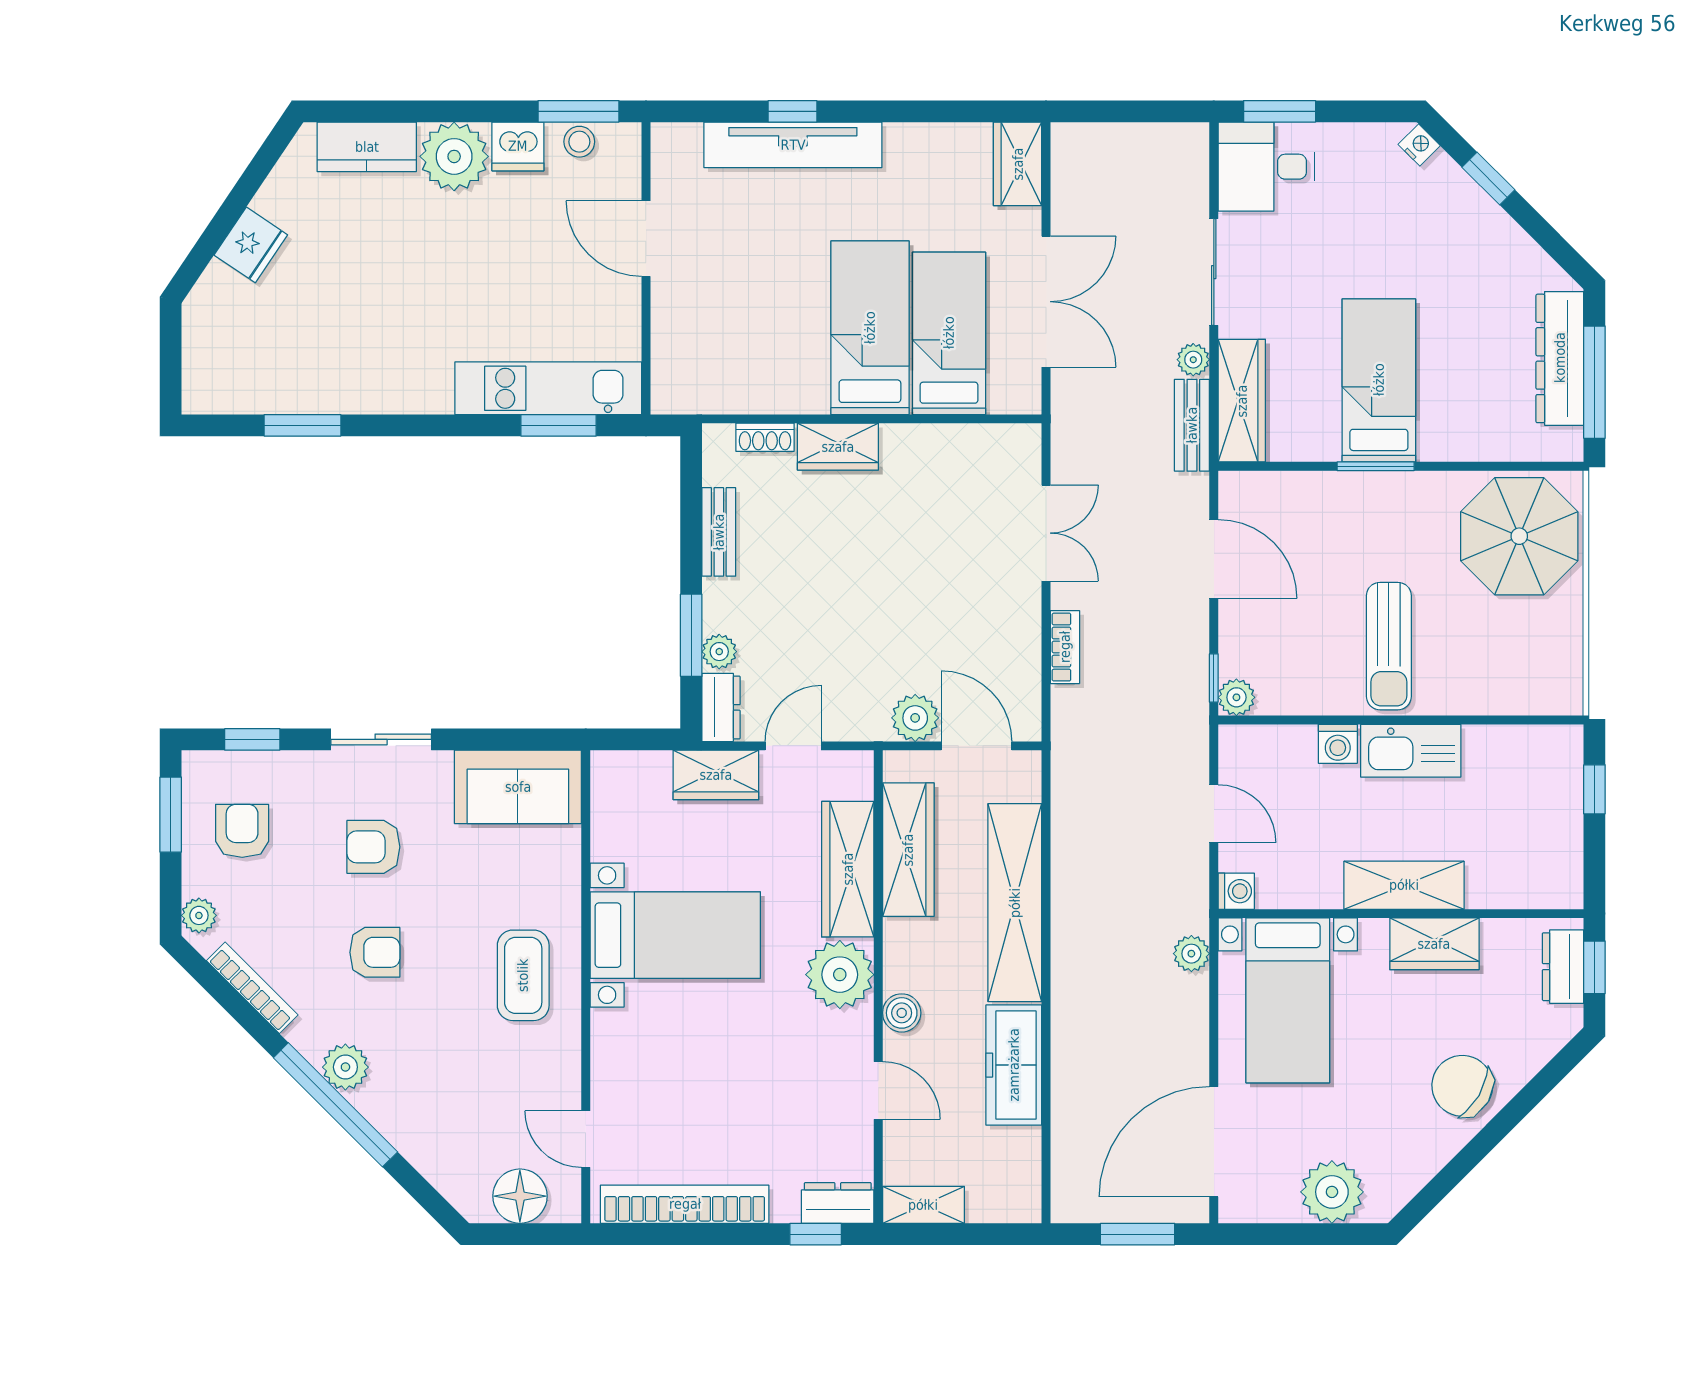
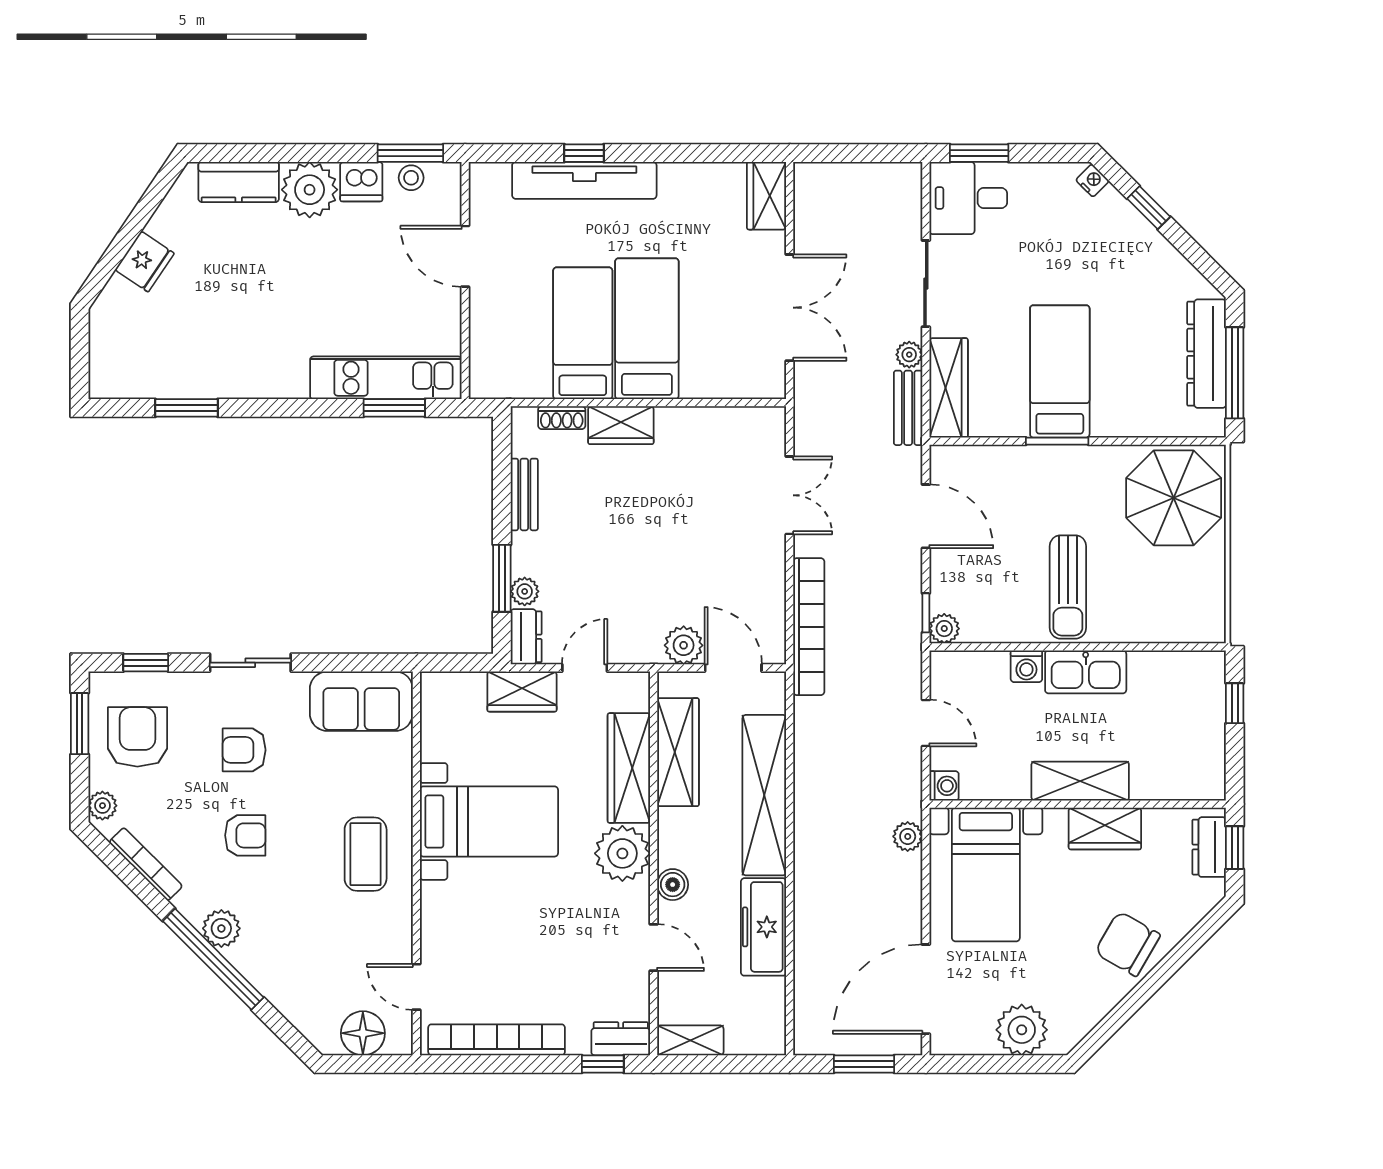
bed: (949, 333) -> (583, 333), moved
bookcase: (1065, 647) -> (809, 627), width x2.31, depth x1.31
armchair: (242, 831) -> (137, 737), width x1.38, depth x1.38

